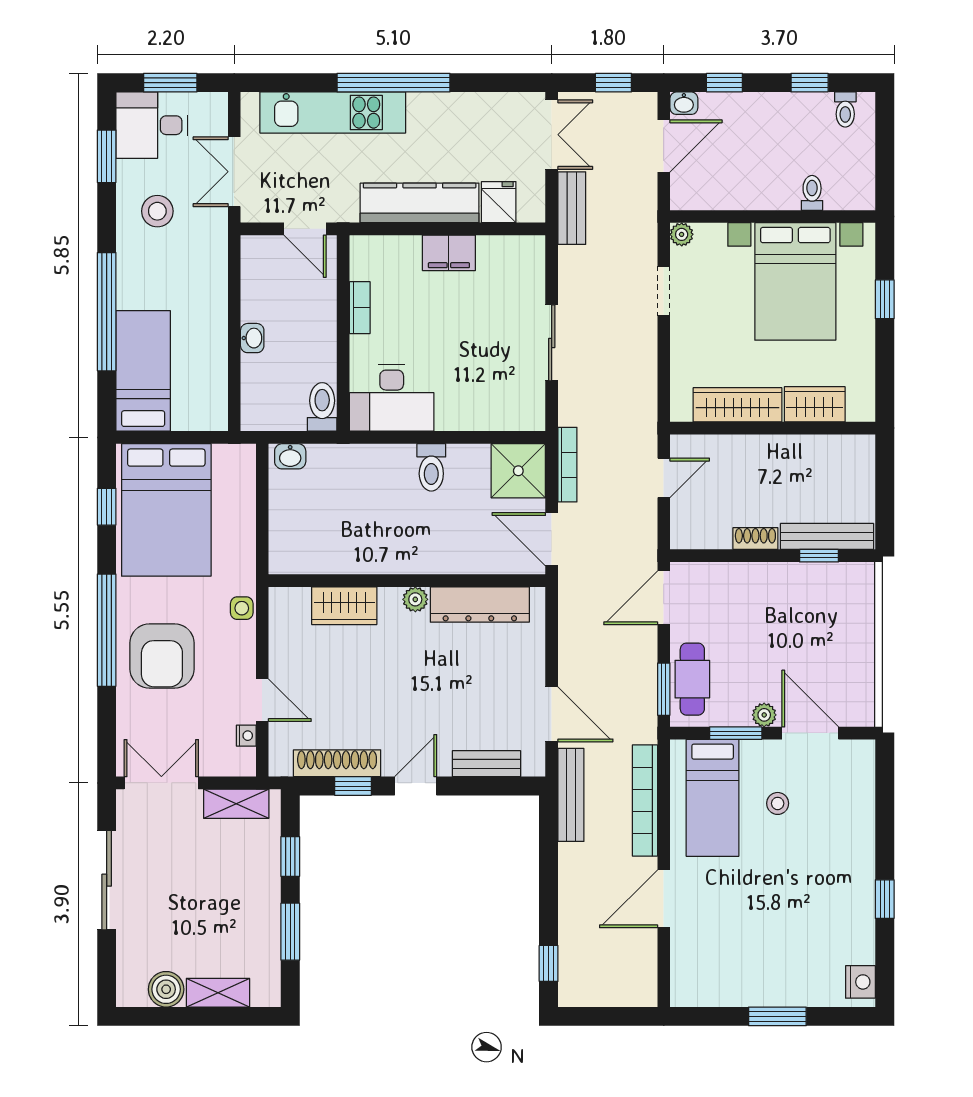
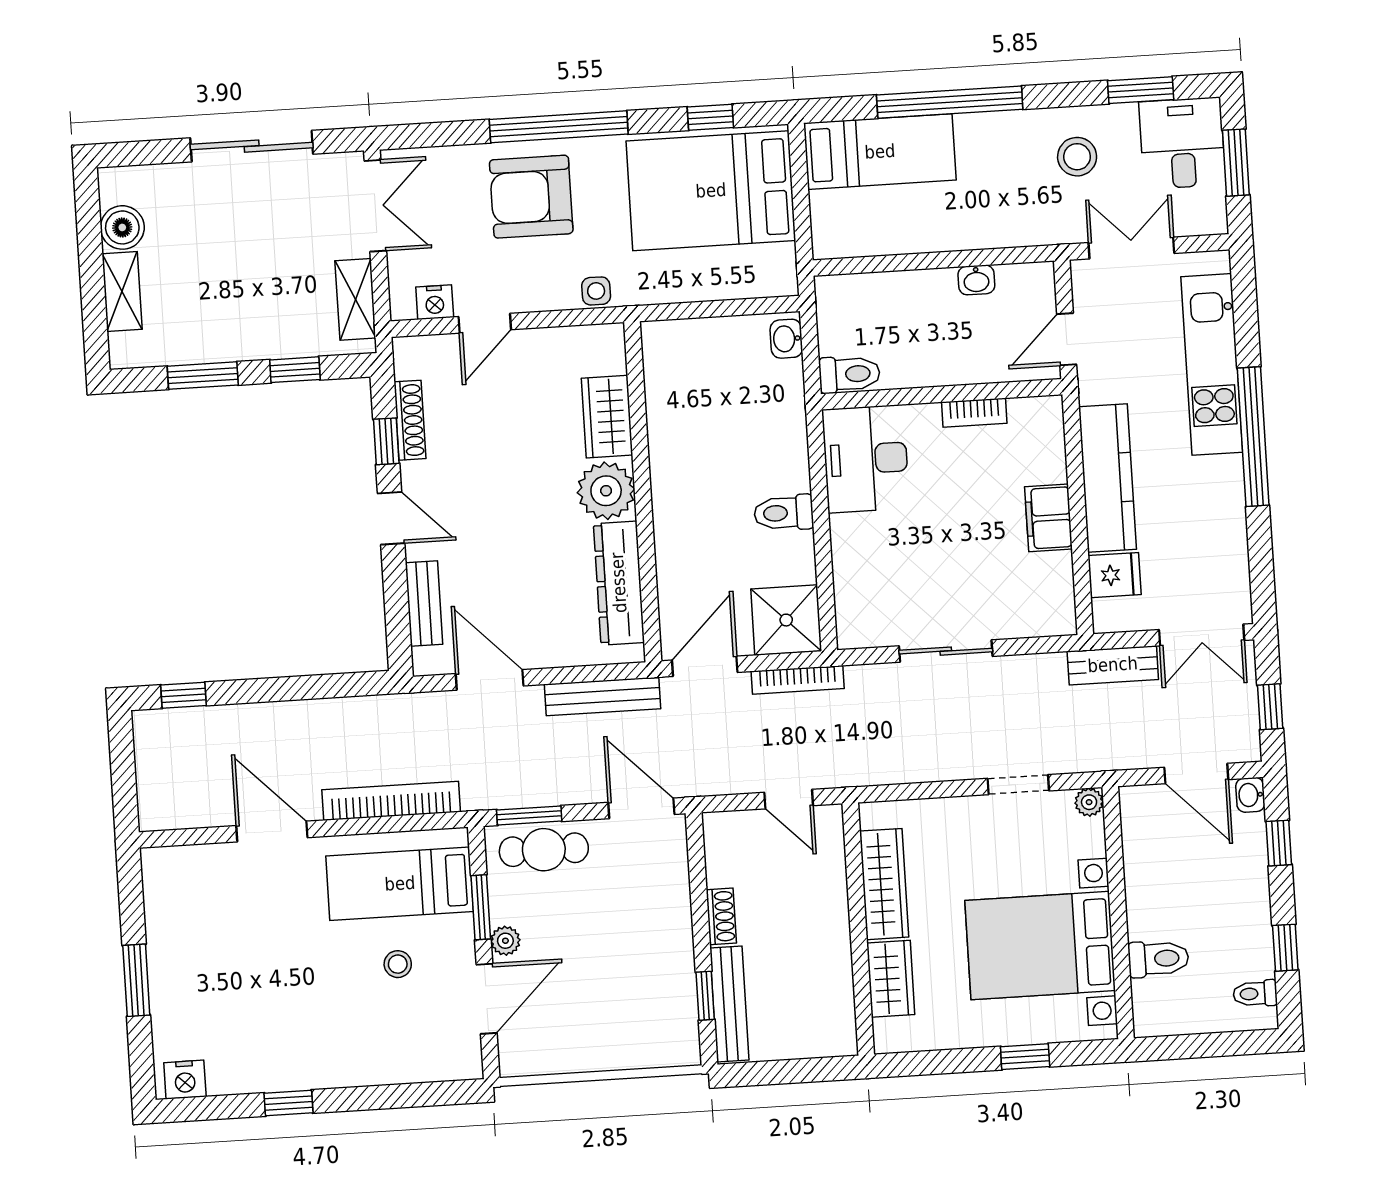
toilet: (812, 193) -> (1158, 959), width x1.37, depth x1.39
washbasin: (252, 338) -> (976, 280), moved
plant: (415, 599) -> (606, 491), width x1.88, depth x1.88
door: (552, 714) -> (490, 680), swing flipped
nightstand: (246, 736) -> (435, 302), width x1.39, depth x1.35
shoe rack: (337, 763) -> (410, 420), width x0.74, depth x0.81
bench: (571, 795) -> (602, 696), moved

